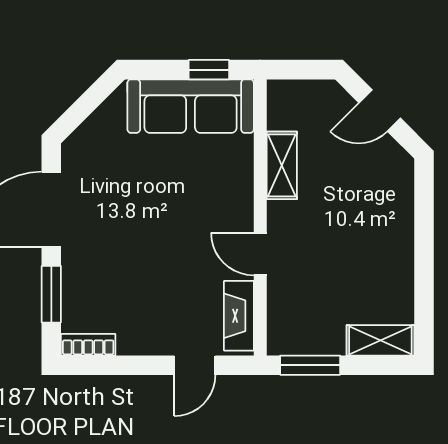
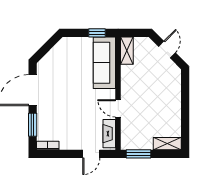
sofa: (191, 106) -> (104, 63), moved, turned 90
door: (380, 110) -> (167, 50), swing flipped
shelving: (282, 165) -> (127, 51), moved

